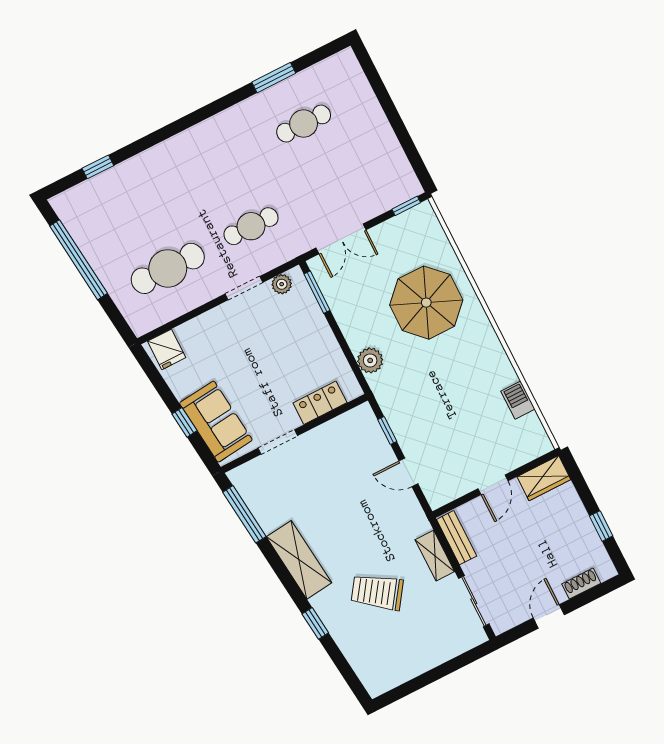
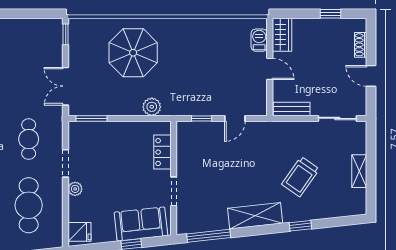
double door: (341, 239) -> (66, 86), swing flipped
plant: (282, 284) -> (75, 189), moved
barbecue: (518, 400) -> (259, 40), moved, turned 90
shelving: (435, 556) -> (359, 171), moved, turned 90

